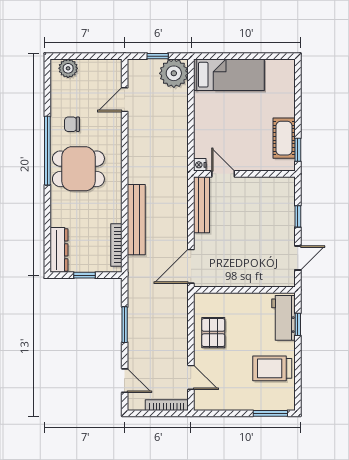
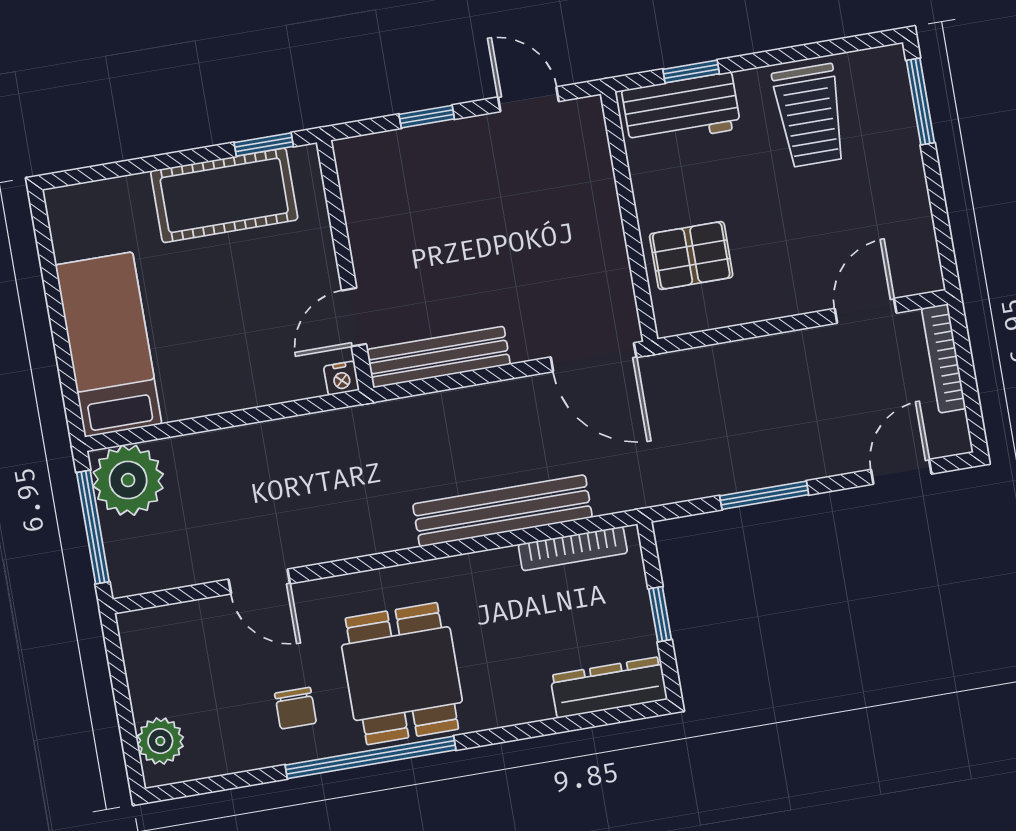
window: (158, 56) -> (93, 527), width x2.17
door: (125, 100) -> (259, 581), moved
cot: (284, 138) -> (224, 195), width x1.37, depth x1.34
pallet: (213, 333) -> (691, 256), moved

